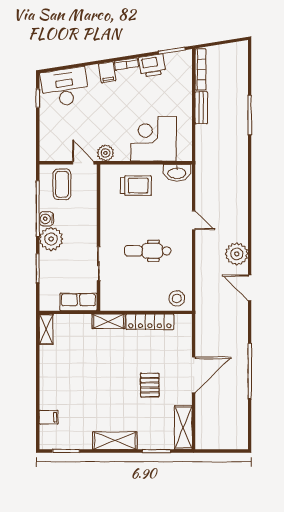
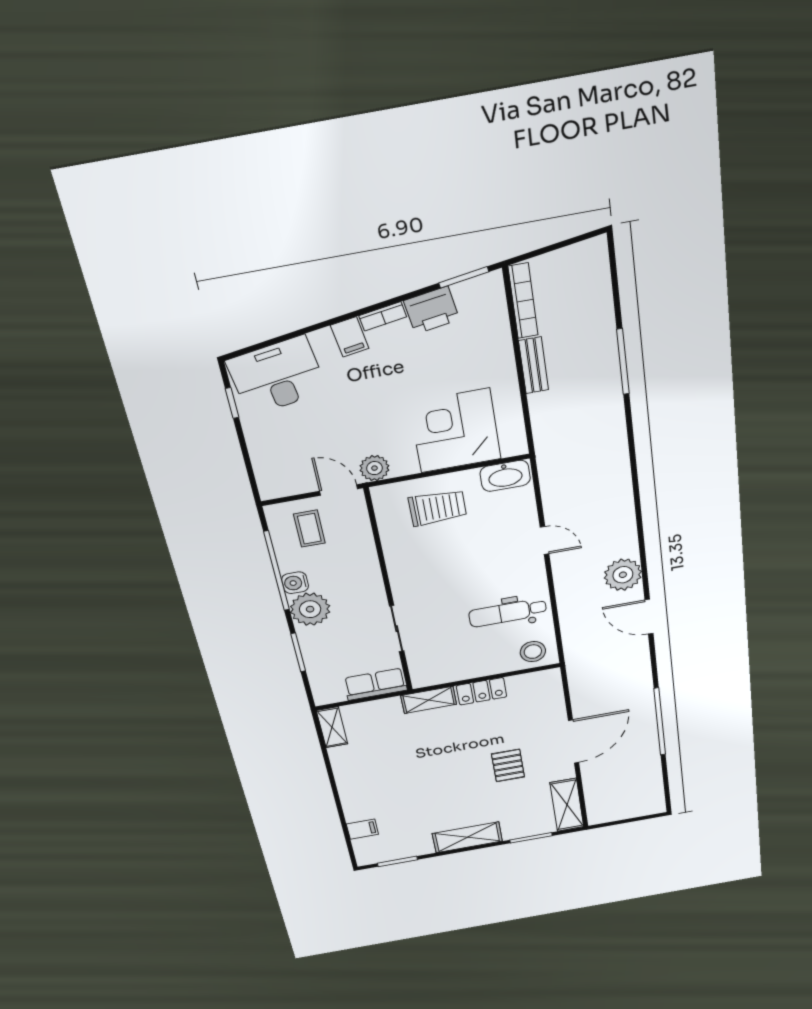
coffee table: (62, 184) -> (309, 529), width x0.73, depth x0.77
dental chair: (148, 251) -> (508, 613), moved
locker: (150, 322) -> (482, 691), width x0.66

